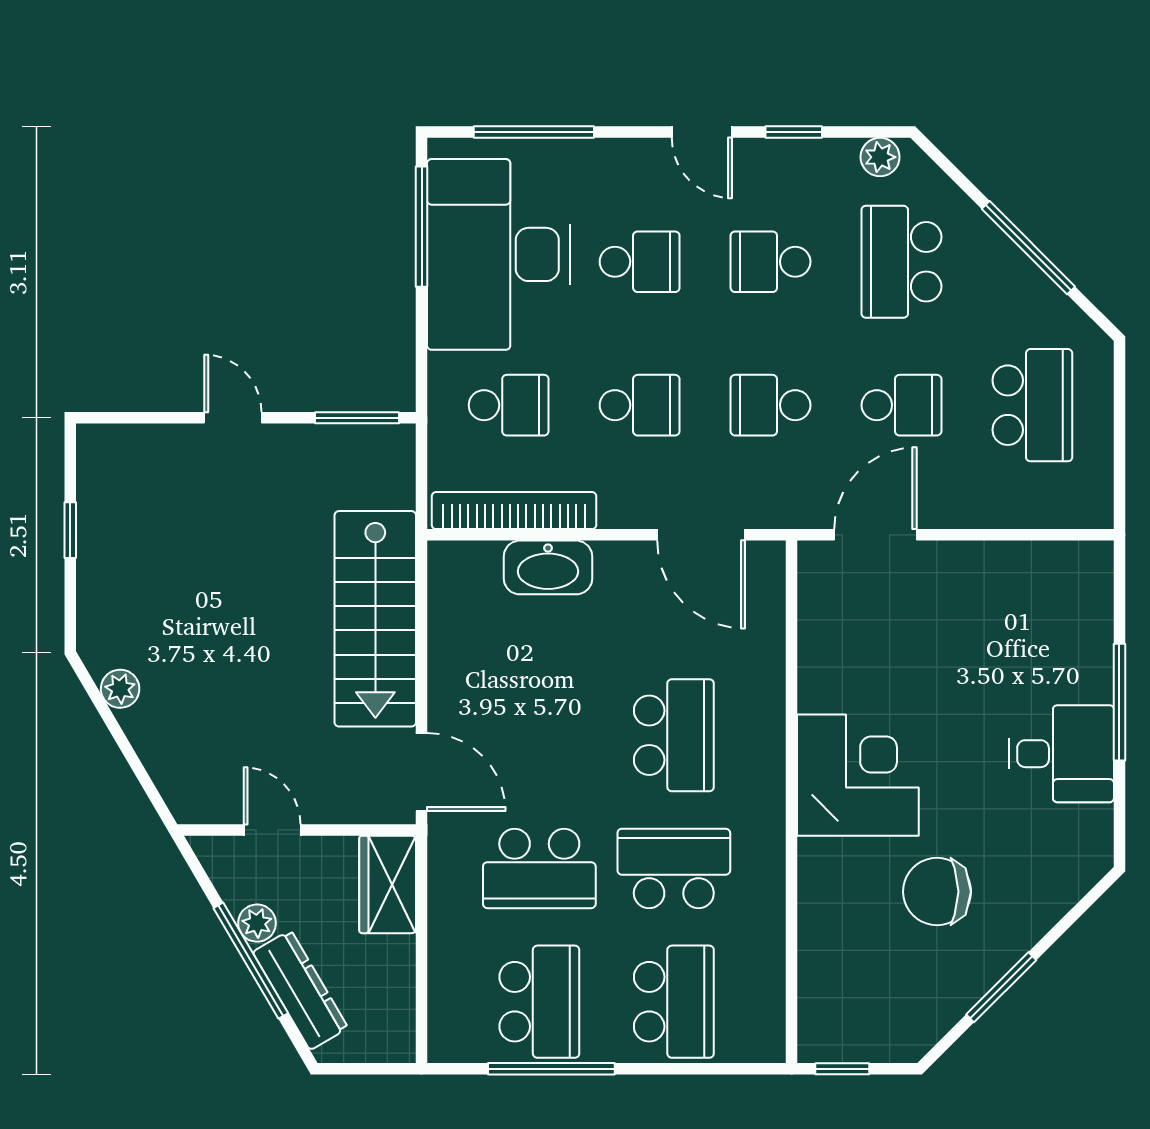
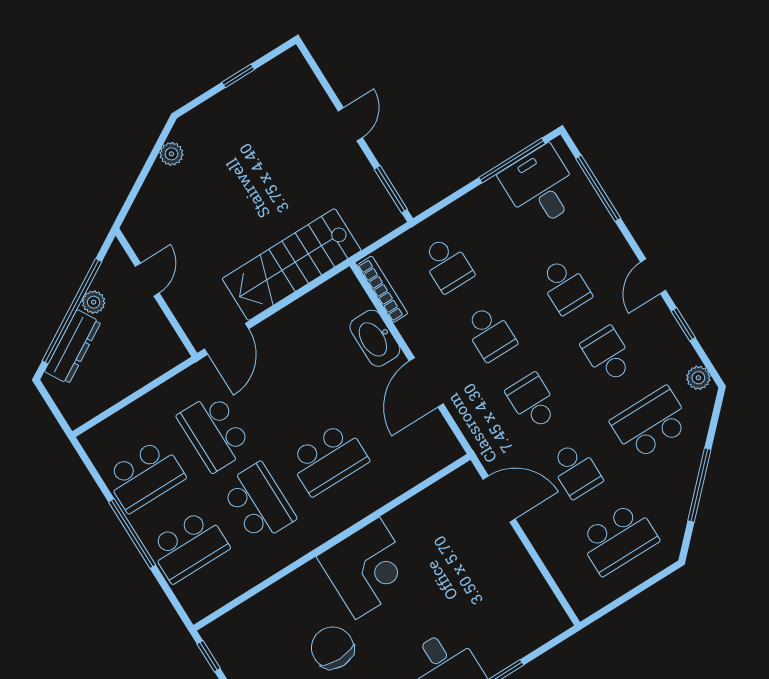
desk: (499, 254) -> (541, 187), width x0.53, depth x0.77
bookcase: (514, 511) -> (383, 289), width x0.68, depth x0.76
door: (701, 535) -> (426, 382), moved
wardrobe: (388, 884) -> (157, 358), removed
window: (251, 961) -> (72, 311), width x1.46
window: (551, 1069) -> (132, 534), moved

